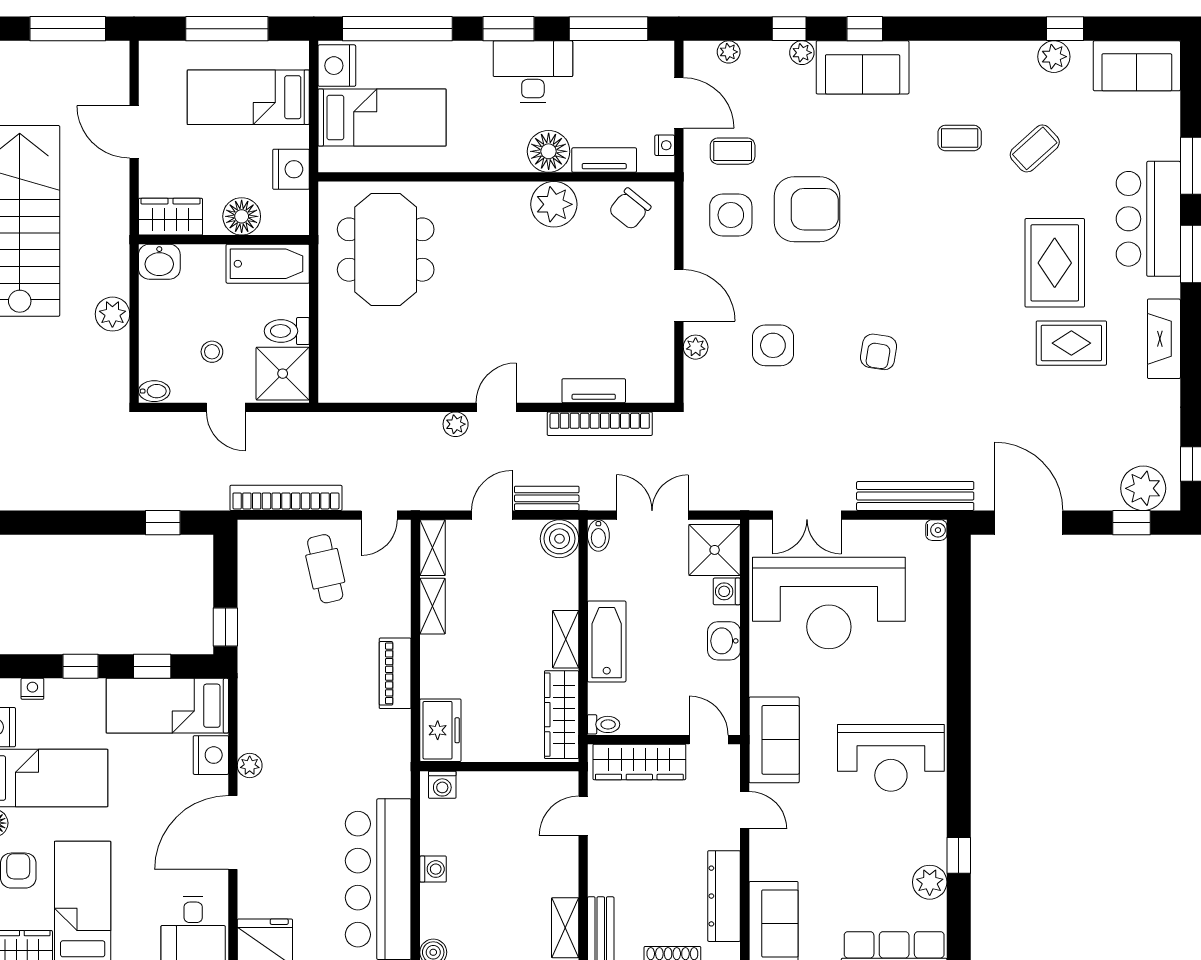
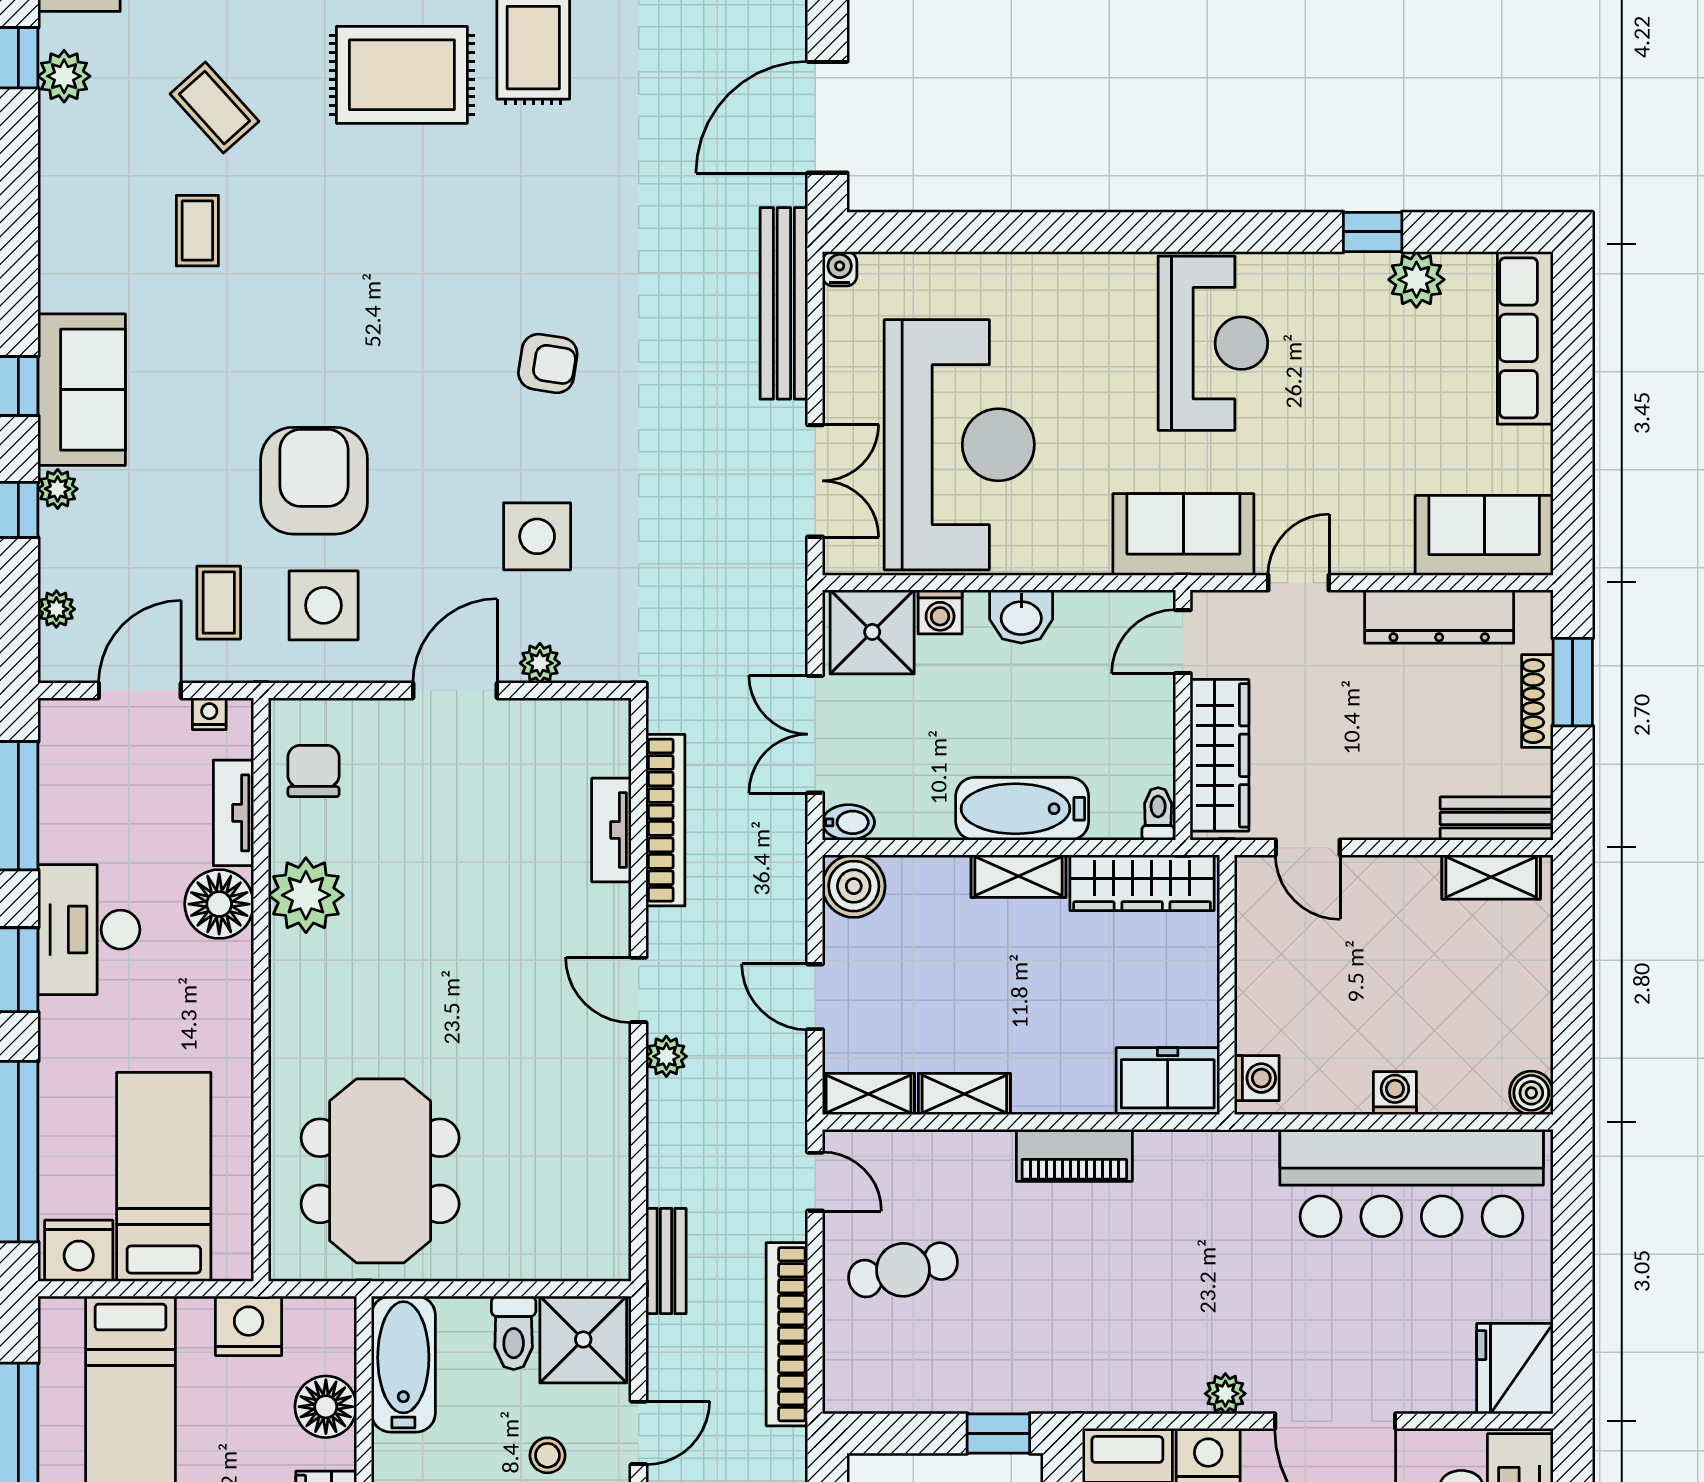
chair: (630, 209) -> (313, 771), turned -129
meeting table: (386, 250) -> (380, 1171), turned 90
bench: (547, 498) -> (666, 1261), moved

